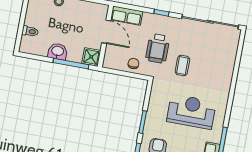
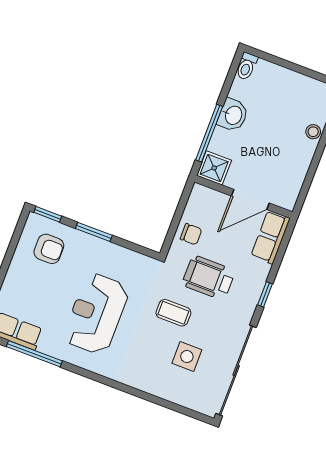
toilet: (30, 31) -> (247, 66), moved
side table: (207, 53) -> (187, 357), added
reception desk: (191, 112) -> (96, 314), turned 180

